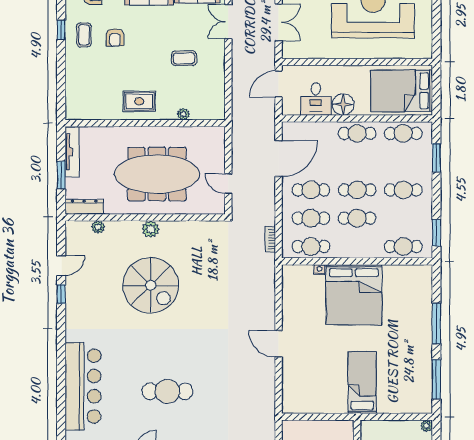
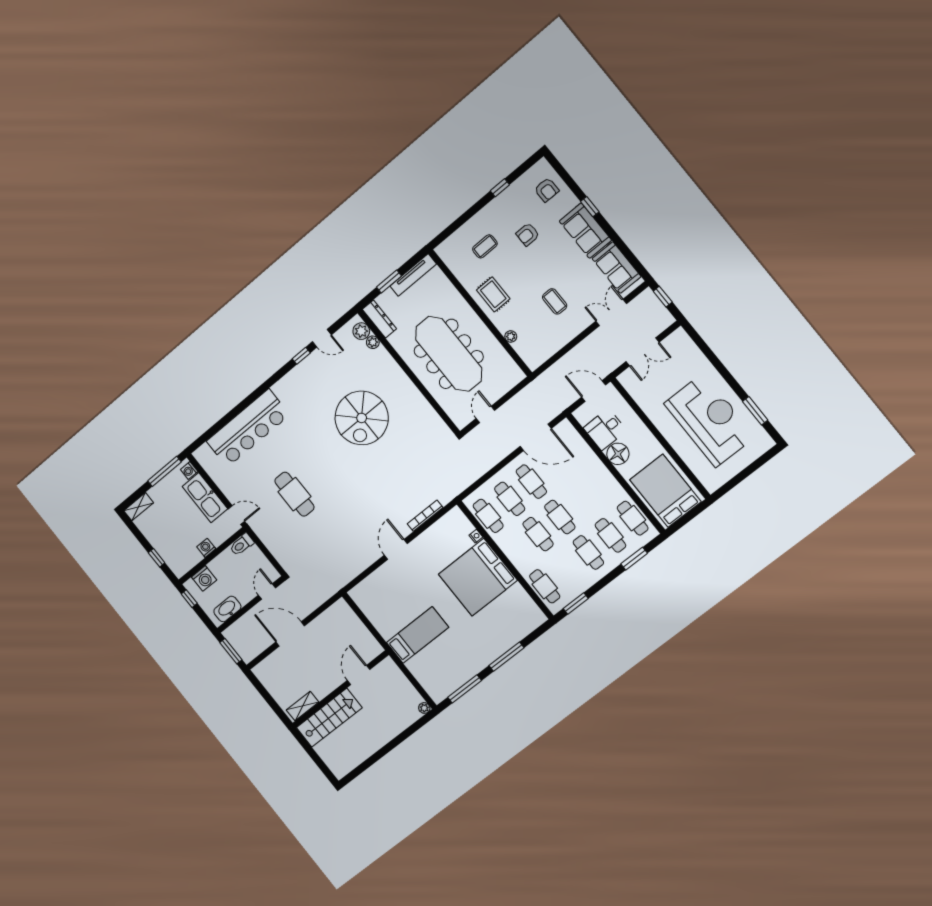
coffee table: (84, 35) -> (485, 246), moved
cafe table: (357, 133) -> (610, 535), moved
plant: (151, 229) -> (361, 331), moved
bookcase: (270, 239) -> (425, 516), moved, width x1.56

